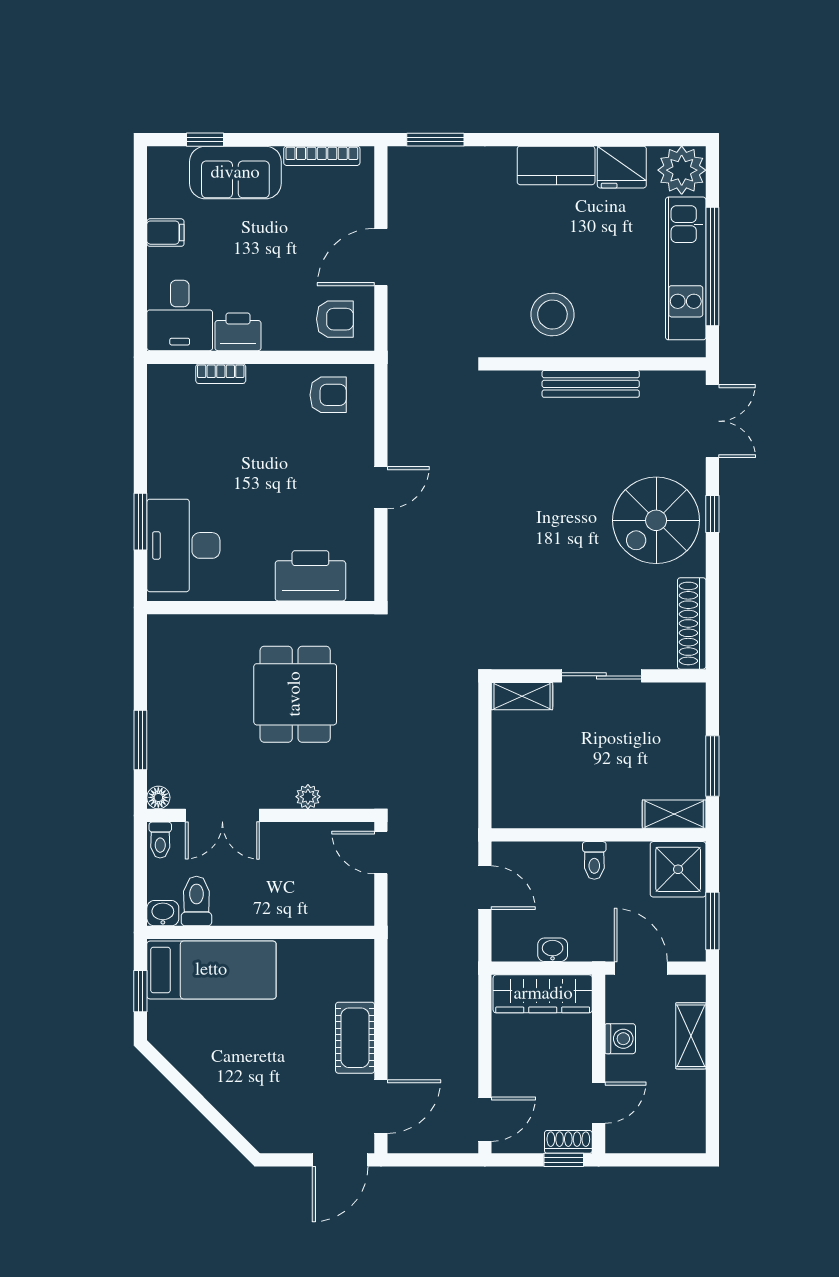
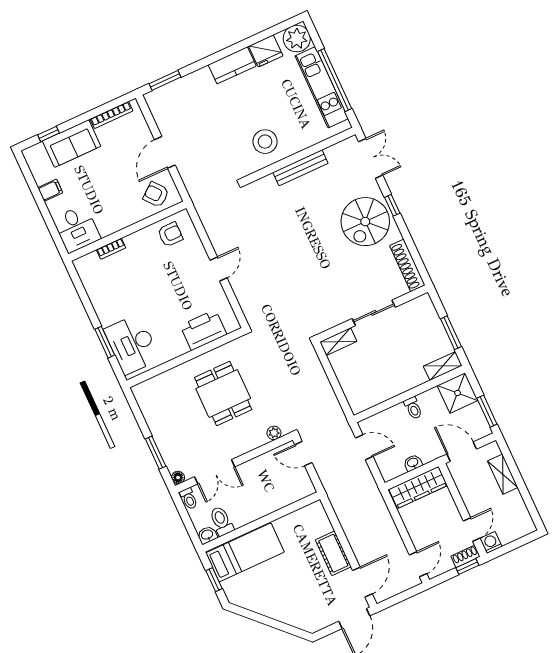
armchair: (335, 319) -> (156, 195), turned -129
printer: (238, 332) -> (110, 223), removed
plant: (308, 797) -> (274, 433), moved
washing machine: (620, 1039) -> (491, 542), moved, turned -90

